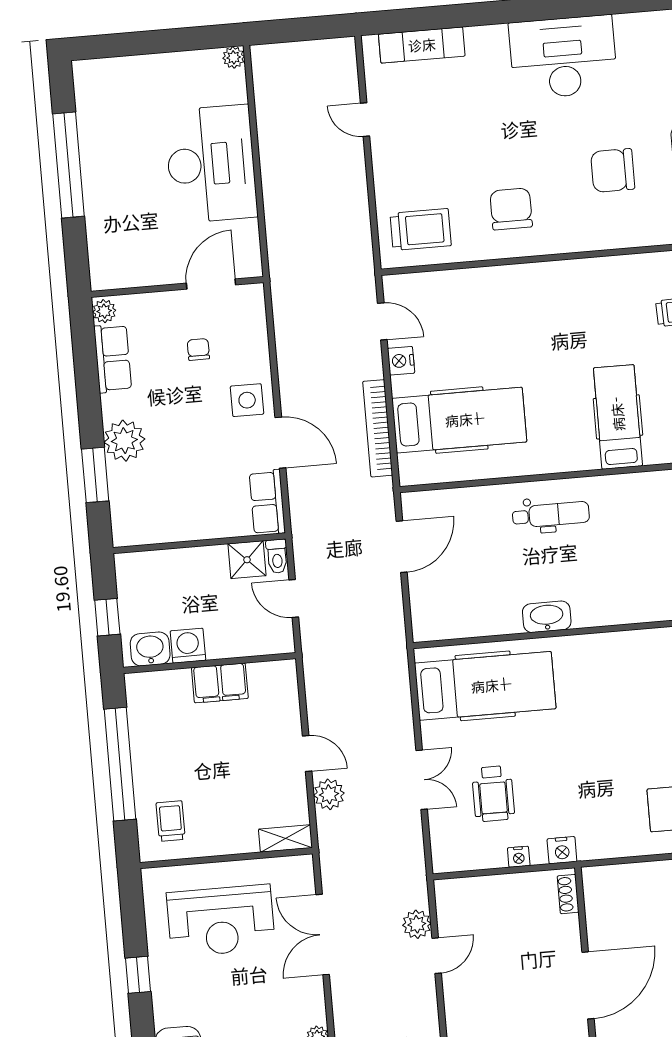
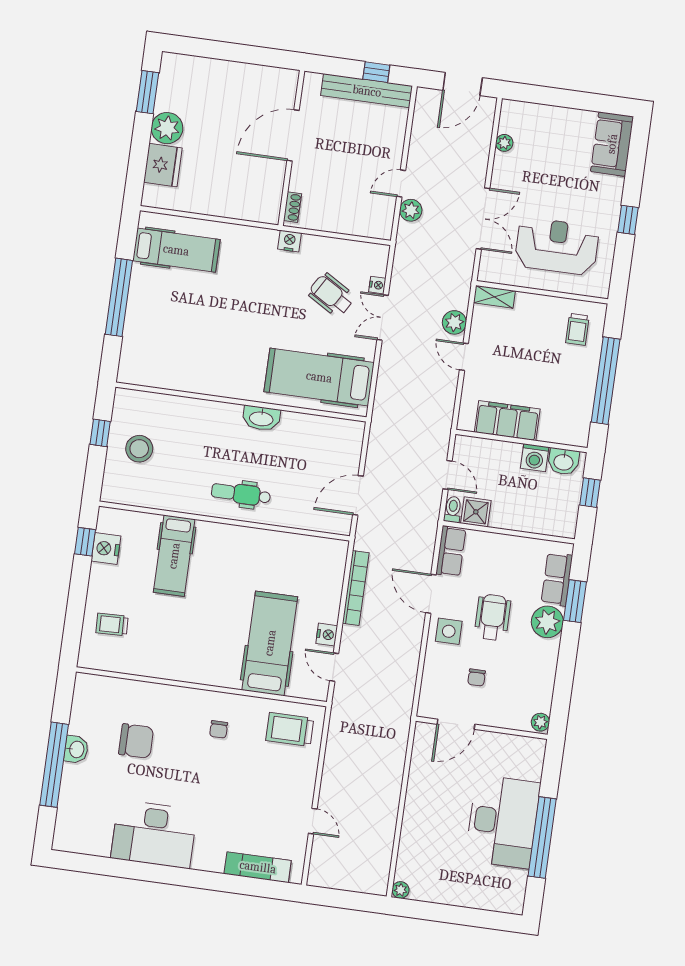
desk: (211, 164) -> (503, 822), moved, turned 180
chair: (511, 209) -> (219, 729), width x0.54, depth x0.54
row of seats: (113, 358) -> (557, 579), moved
hospital bed: (459, 420) -> (270, 643), moved, turned 90
wheelchair: (195, 431) -> (493, 617), added
filing cabinet: (220, 683) -> (507, 421), width x1.50, depth x1.17
wheelchair: (493, 794) -> (331, 295), turned -59
nightstand: (519, 857) -> (377, 285), moved, turned 90

